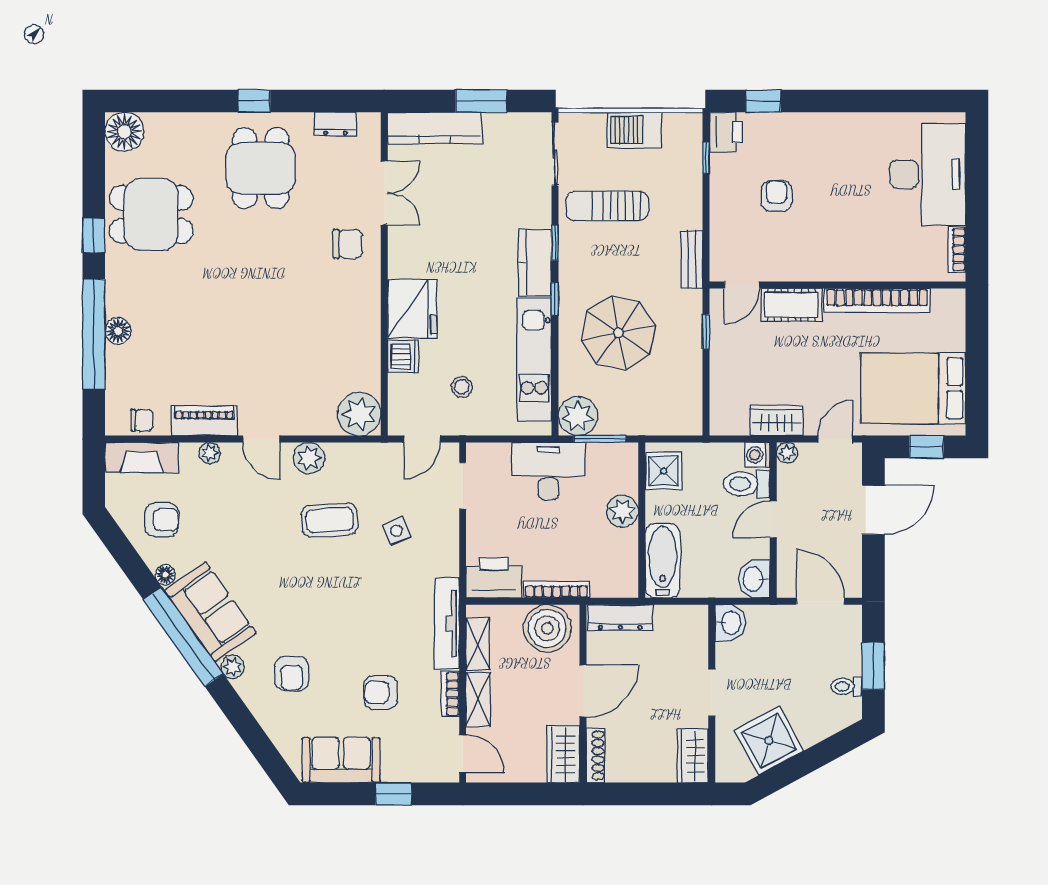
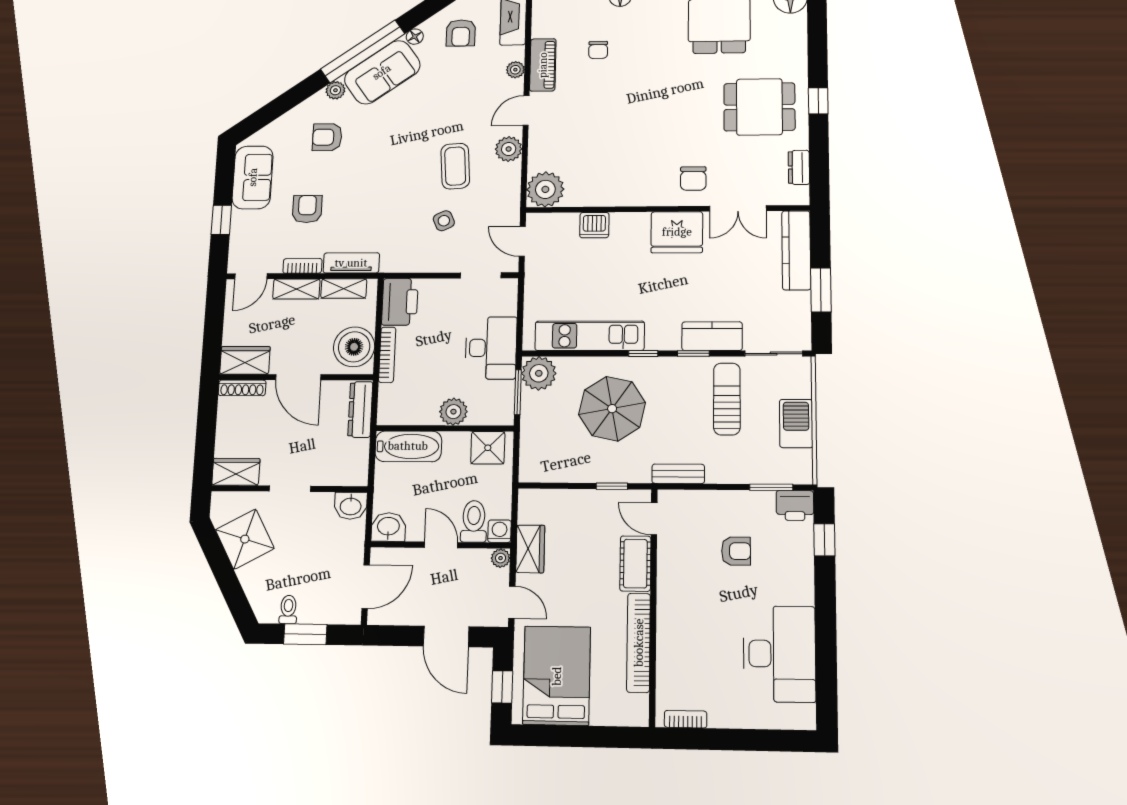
window: (706, 158) -> (771, 487), width x1.50
desk: (928, 174) -> (779, 654), moved, turned -90
kitchen counter: (535, 262) -> (712, 336), moved
fridge: (412, 309) -> (677, 232), moved
stool: (462, 387) -> (567, 274), removed
chair: (142, 420) -> (598, 50), moved
tv unit: (447, 623) -> (351, 263), width x0.71

